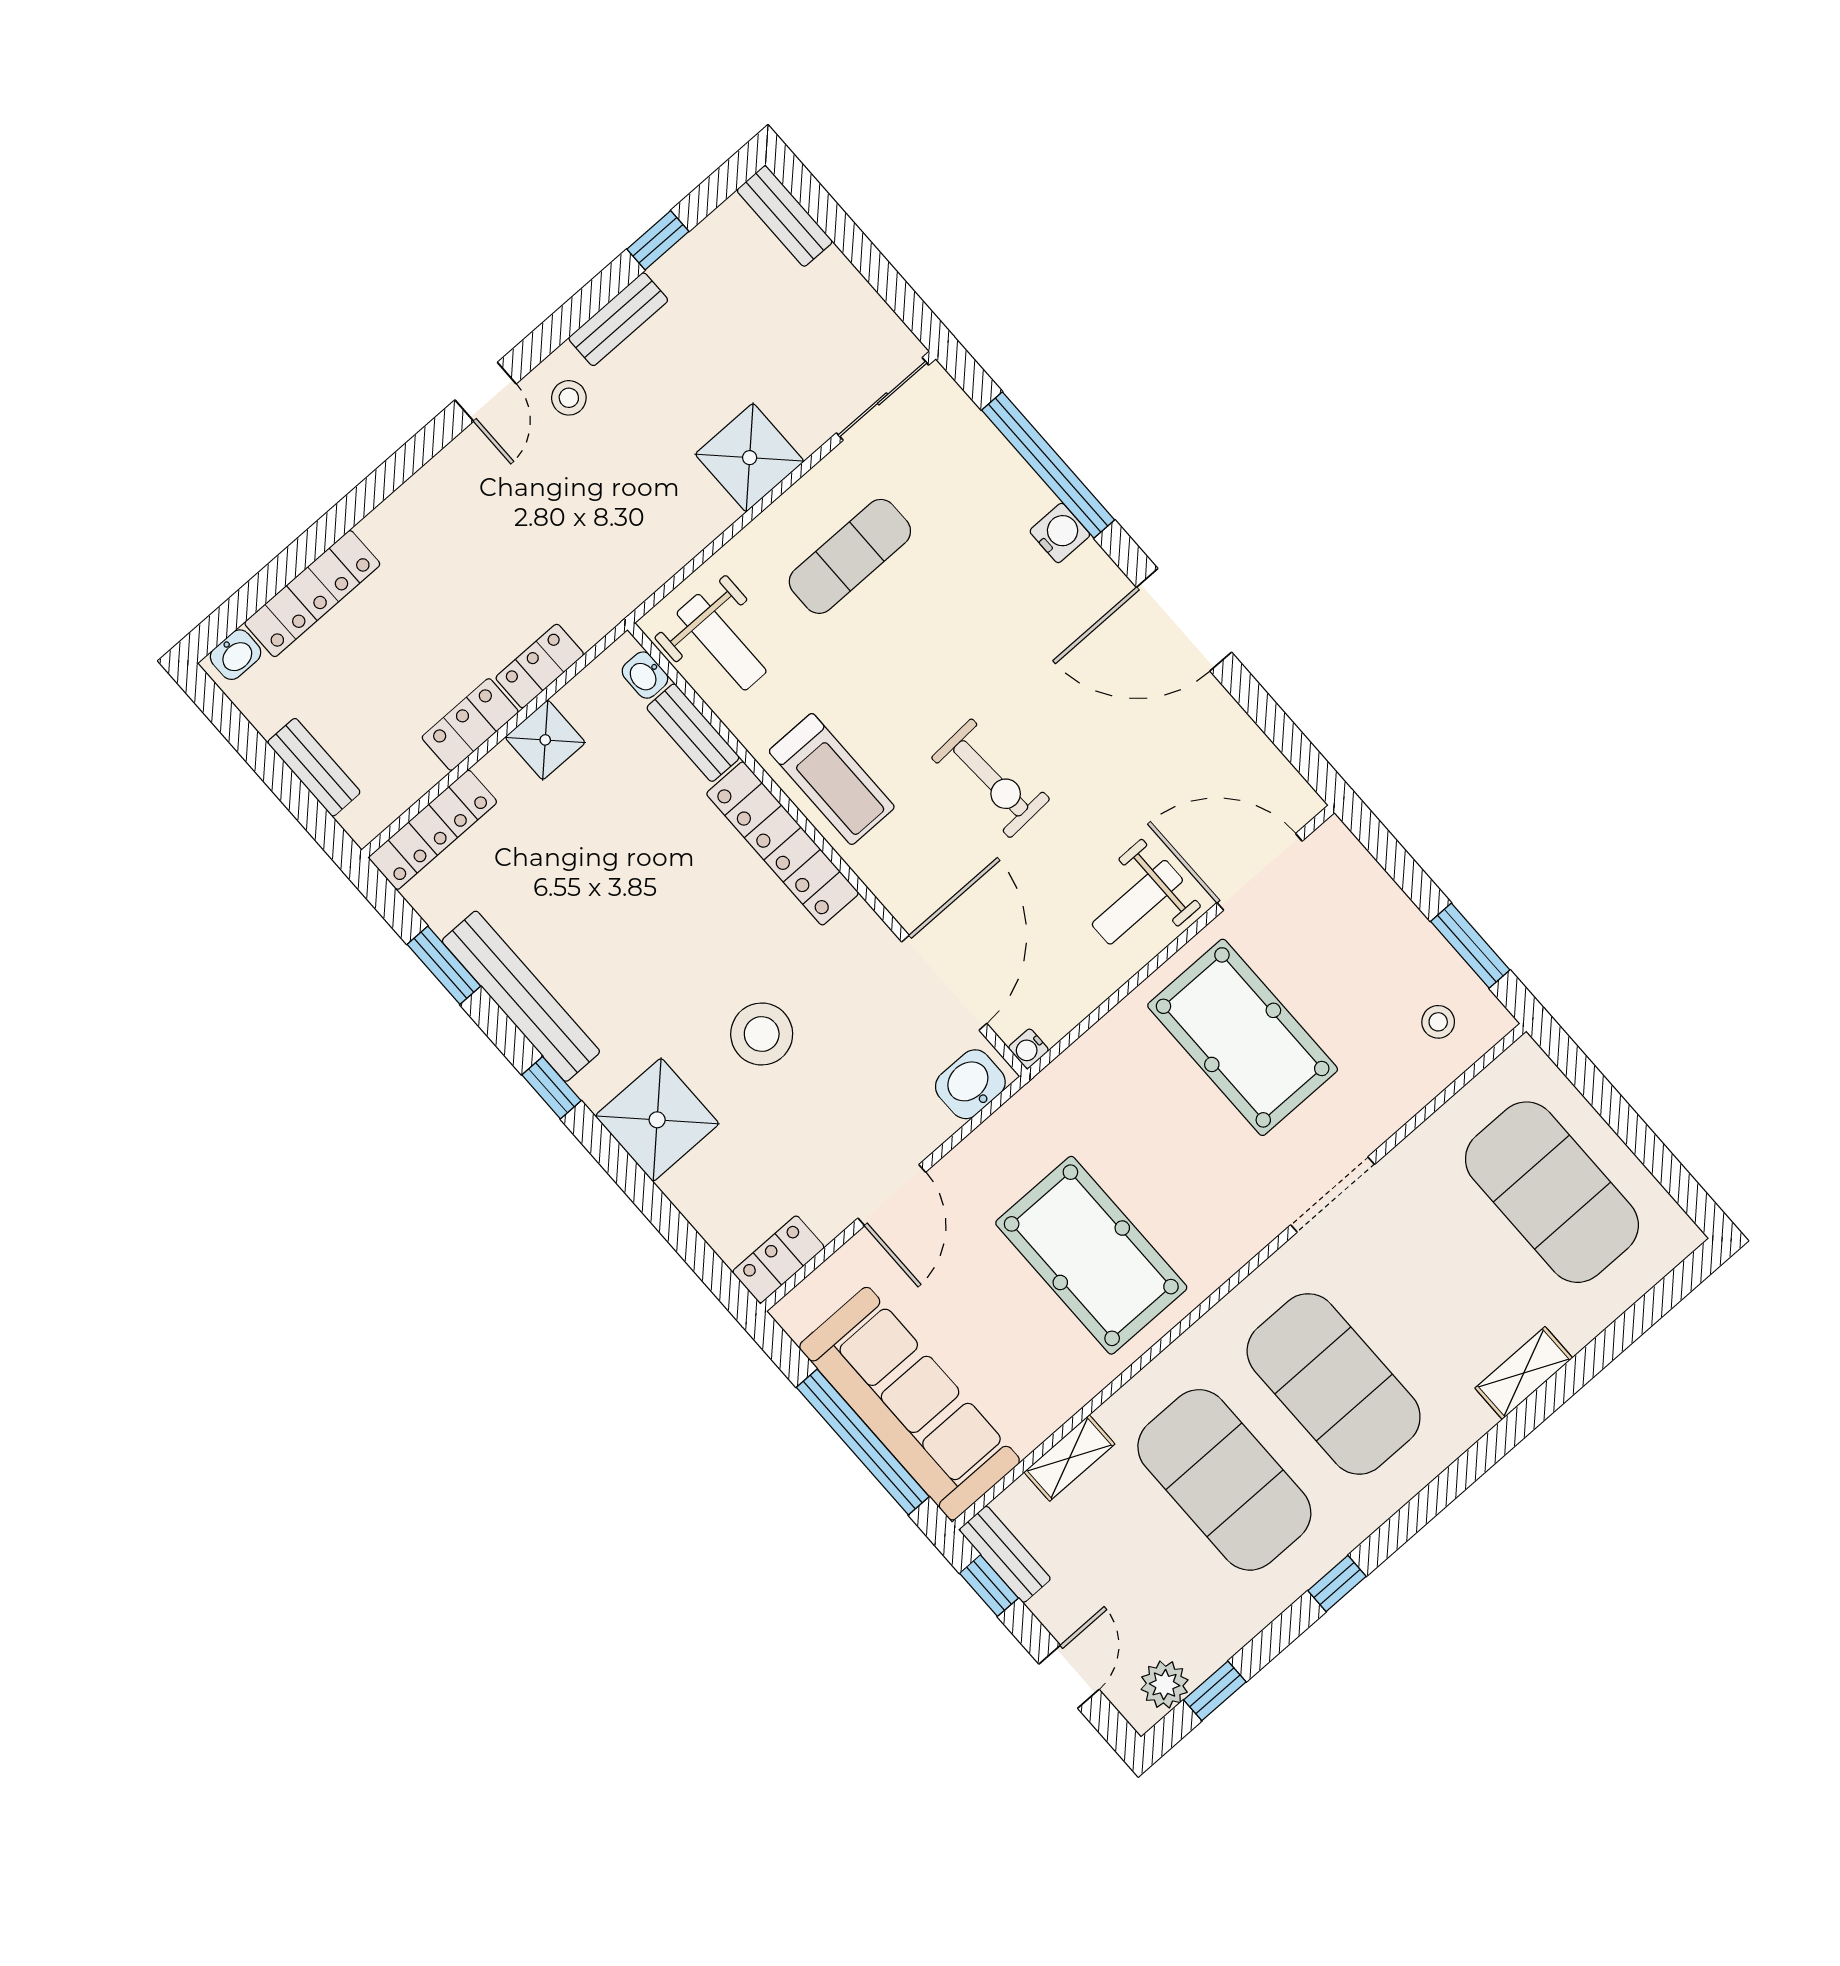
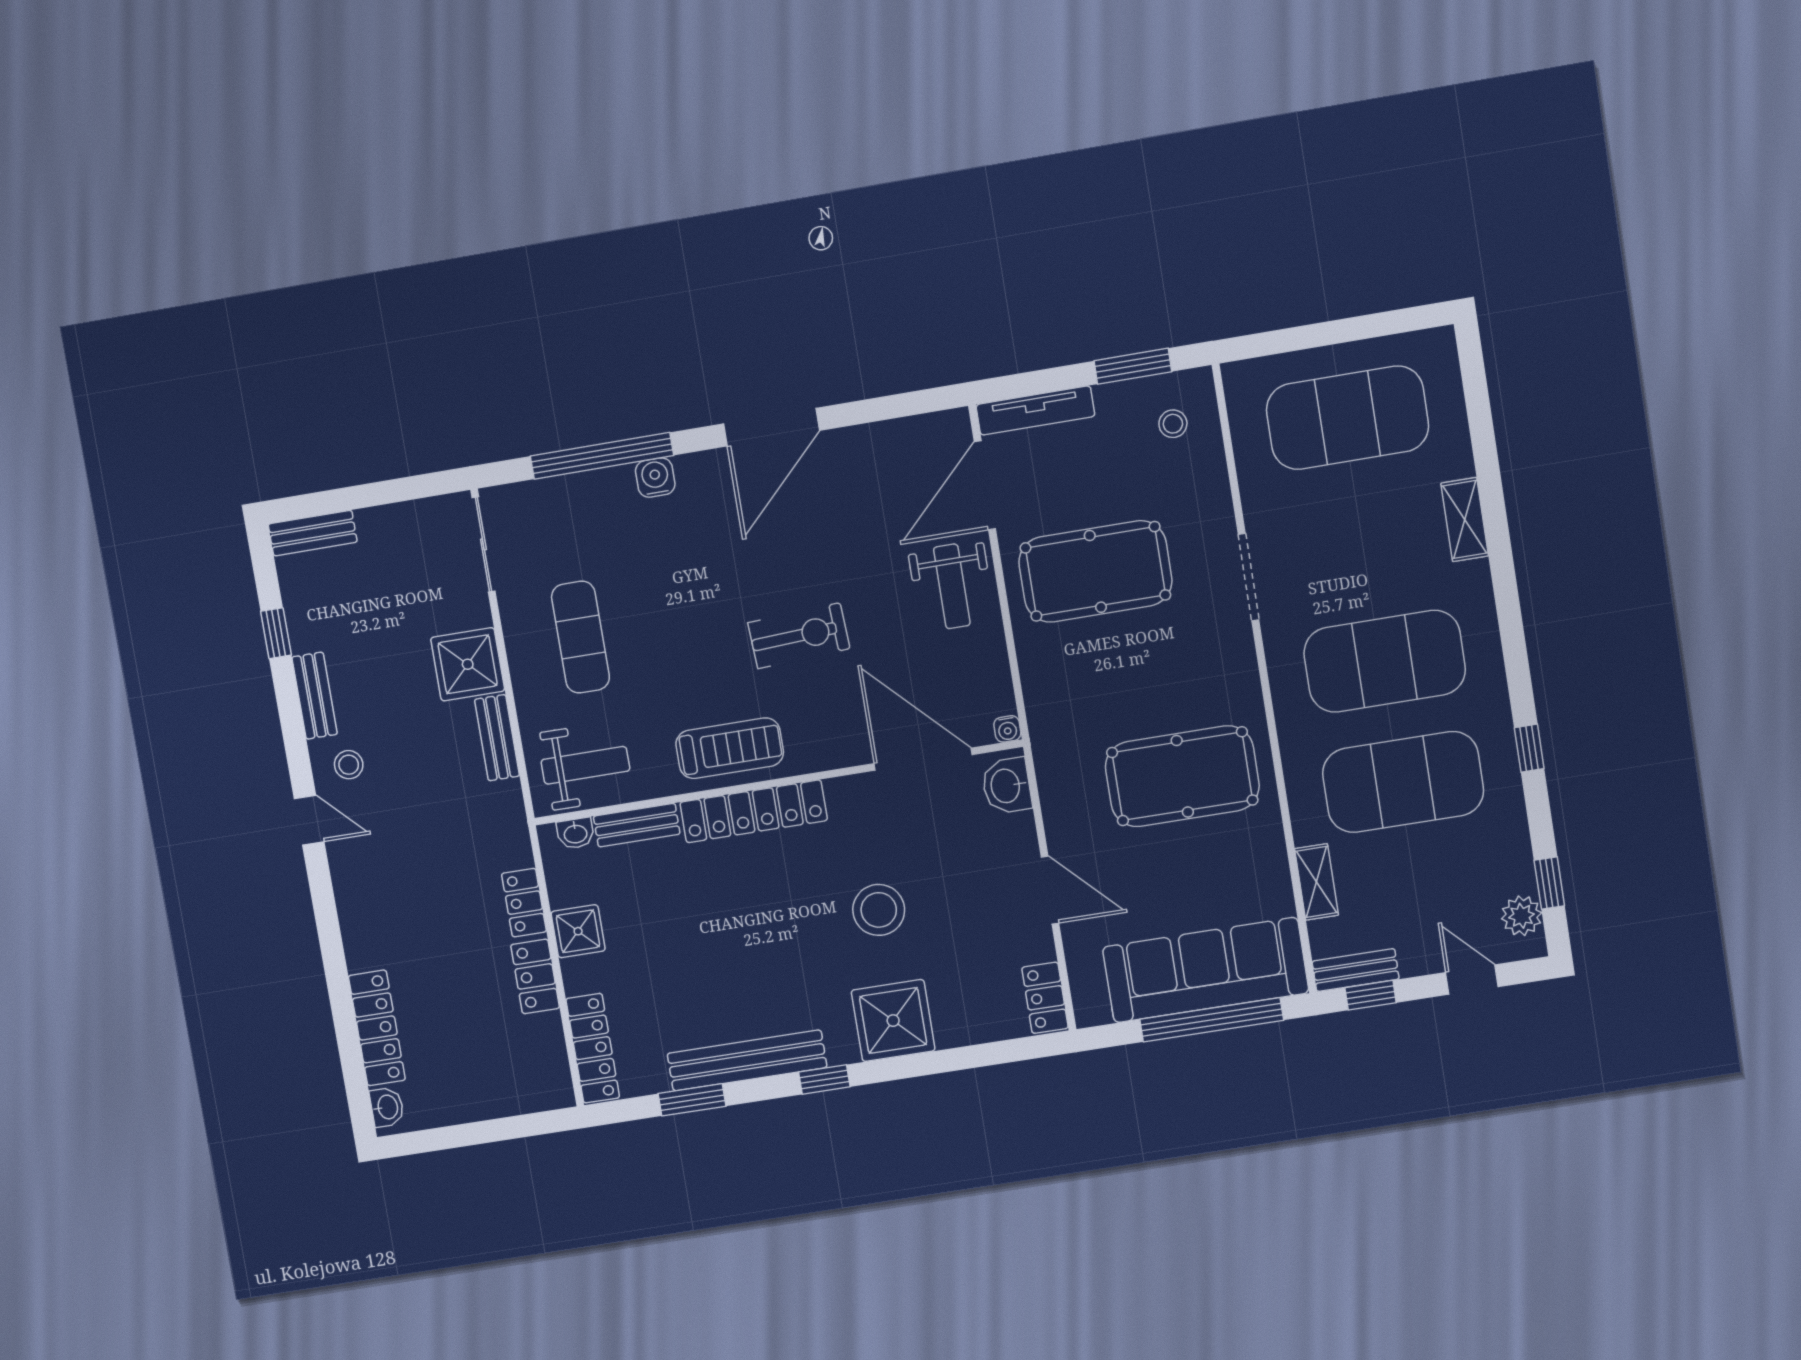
bench: (314, 767) -> (497, 738), moved, turned 90
tv unit: (1366, 876) -> (1035, 411), added

